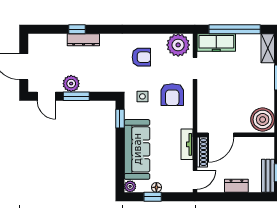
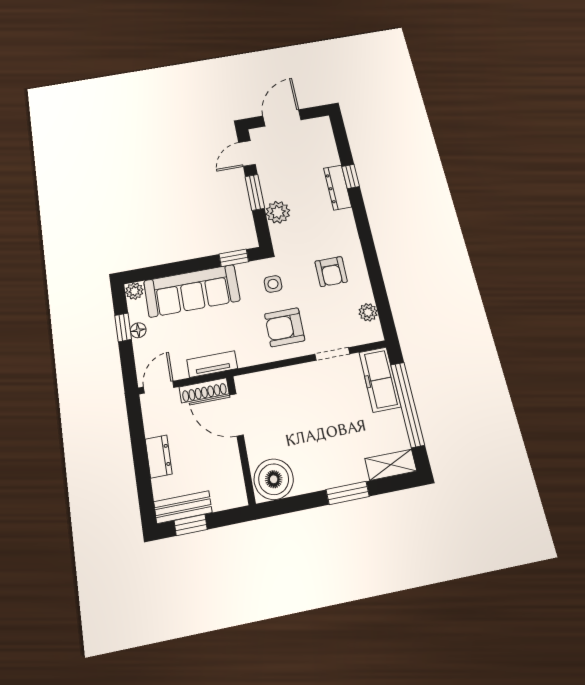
plant: (178, 45) -> (368, 312), width x0.53, depth x0.53
plant: (71, 84) -> (278, 212), moved
door: (195, 180) -> (159, 387), swing flipped

